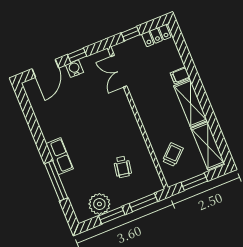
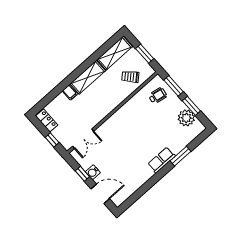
wheelchair: (122, 167) -> (158, 96), moved
window: (56, 181) -> (181, 156), width x0.69

